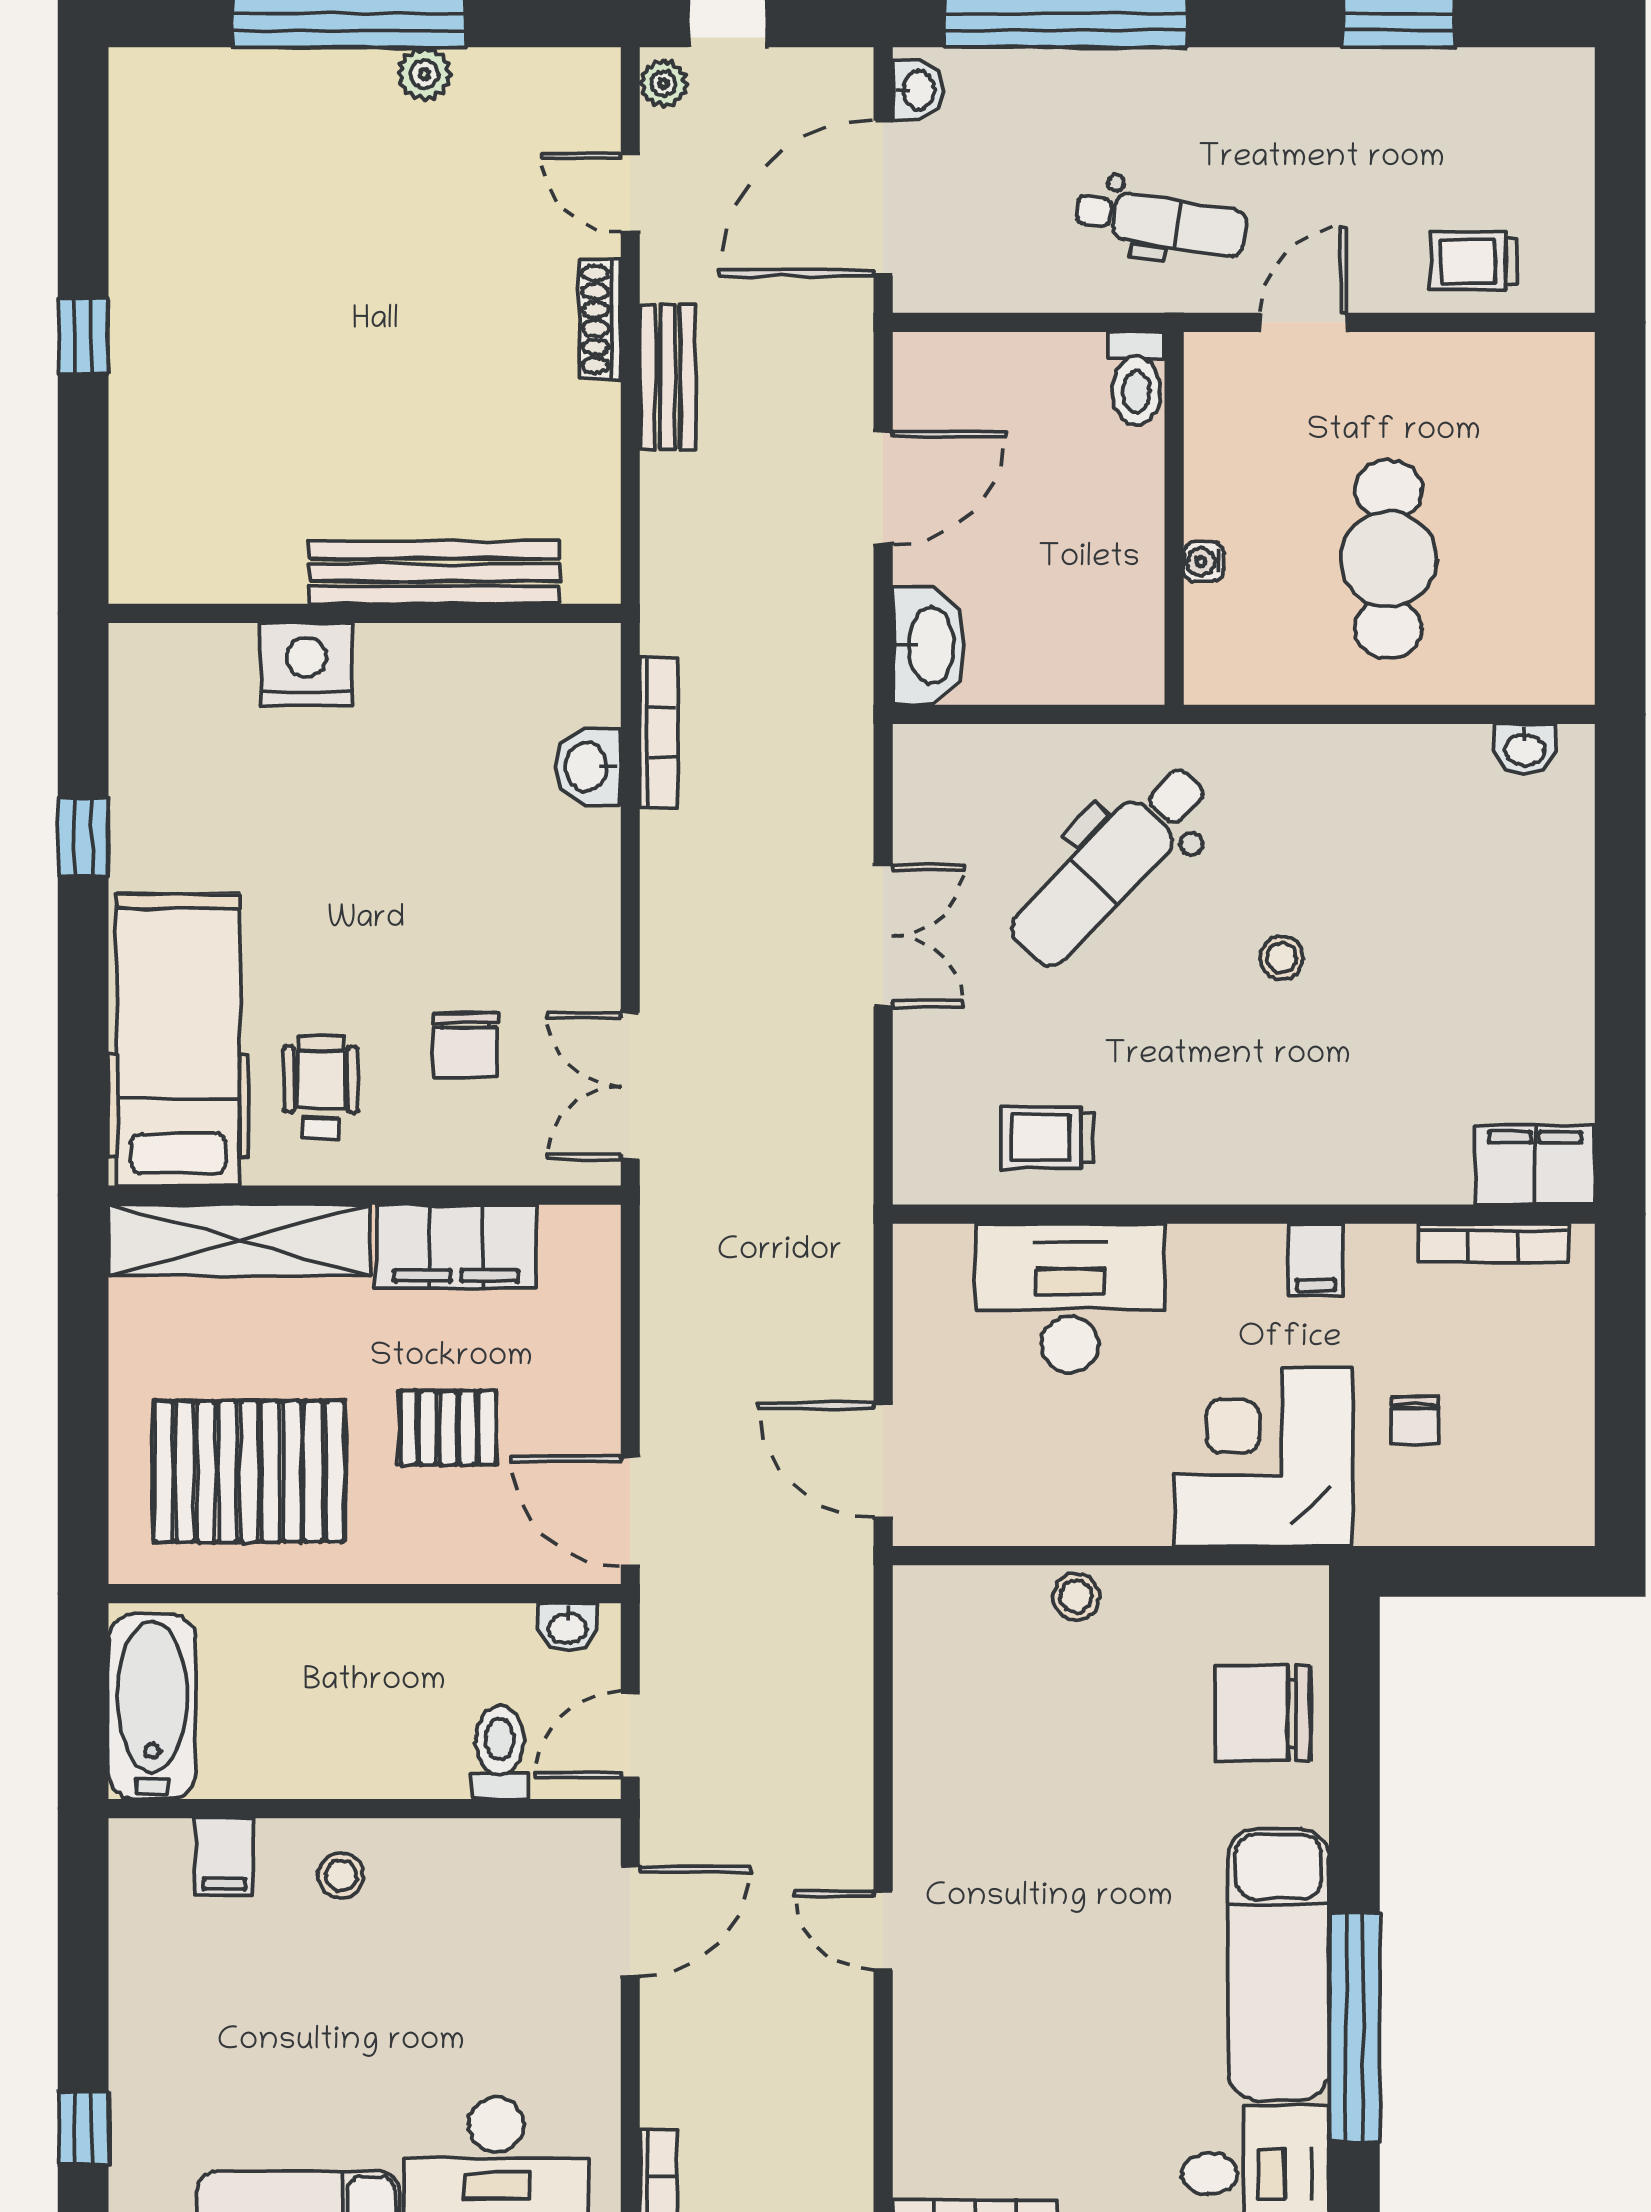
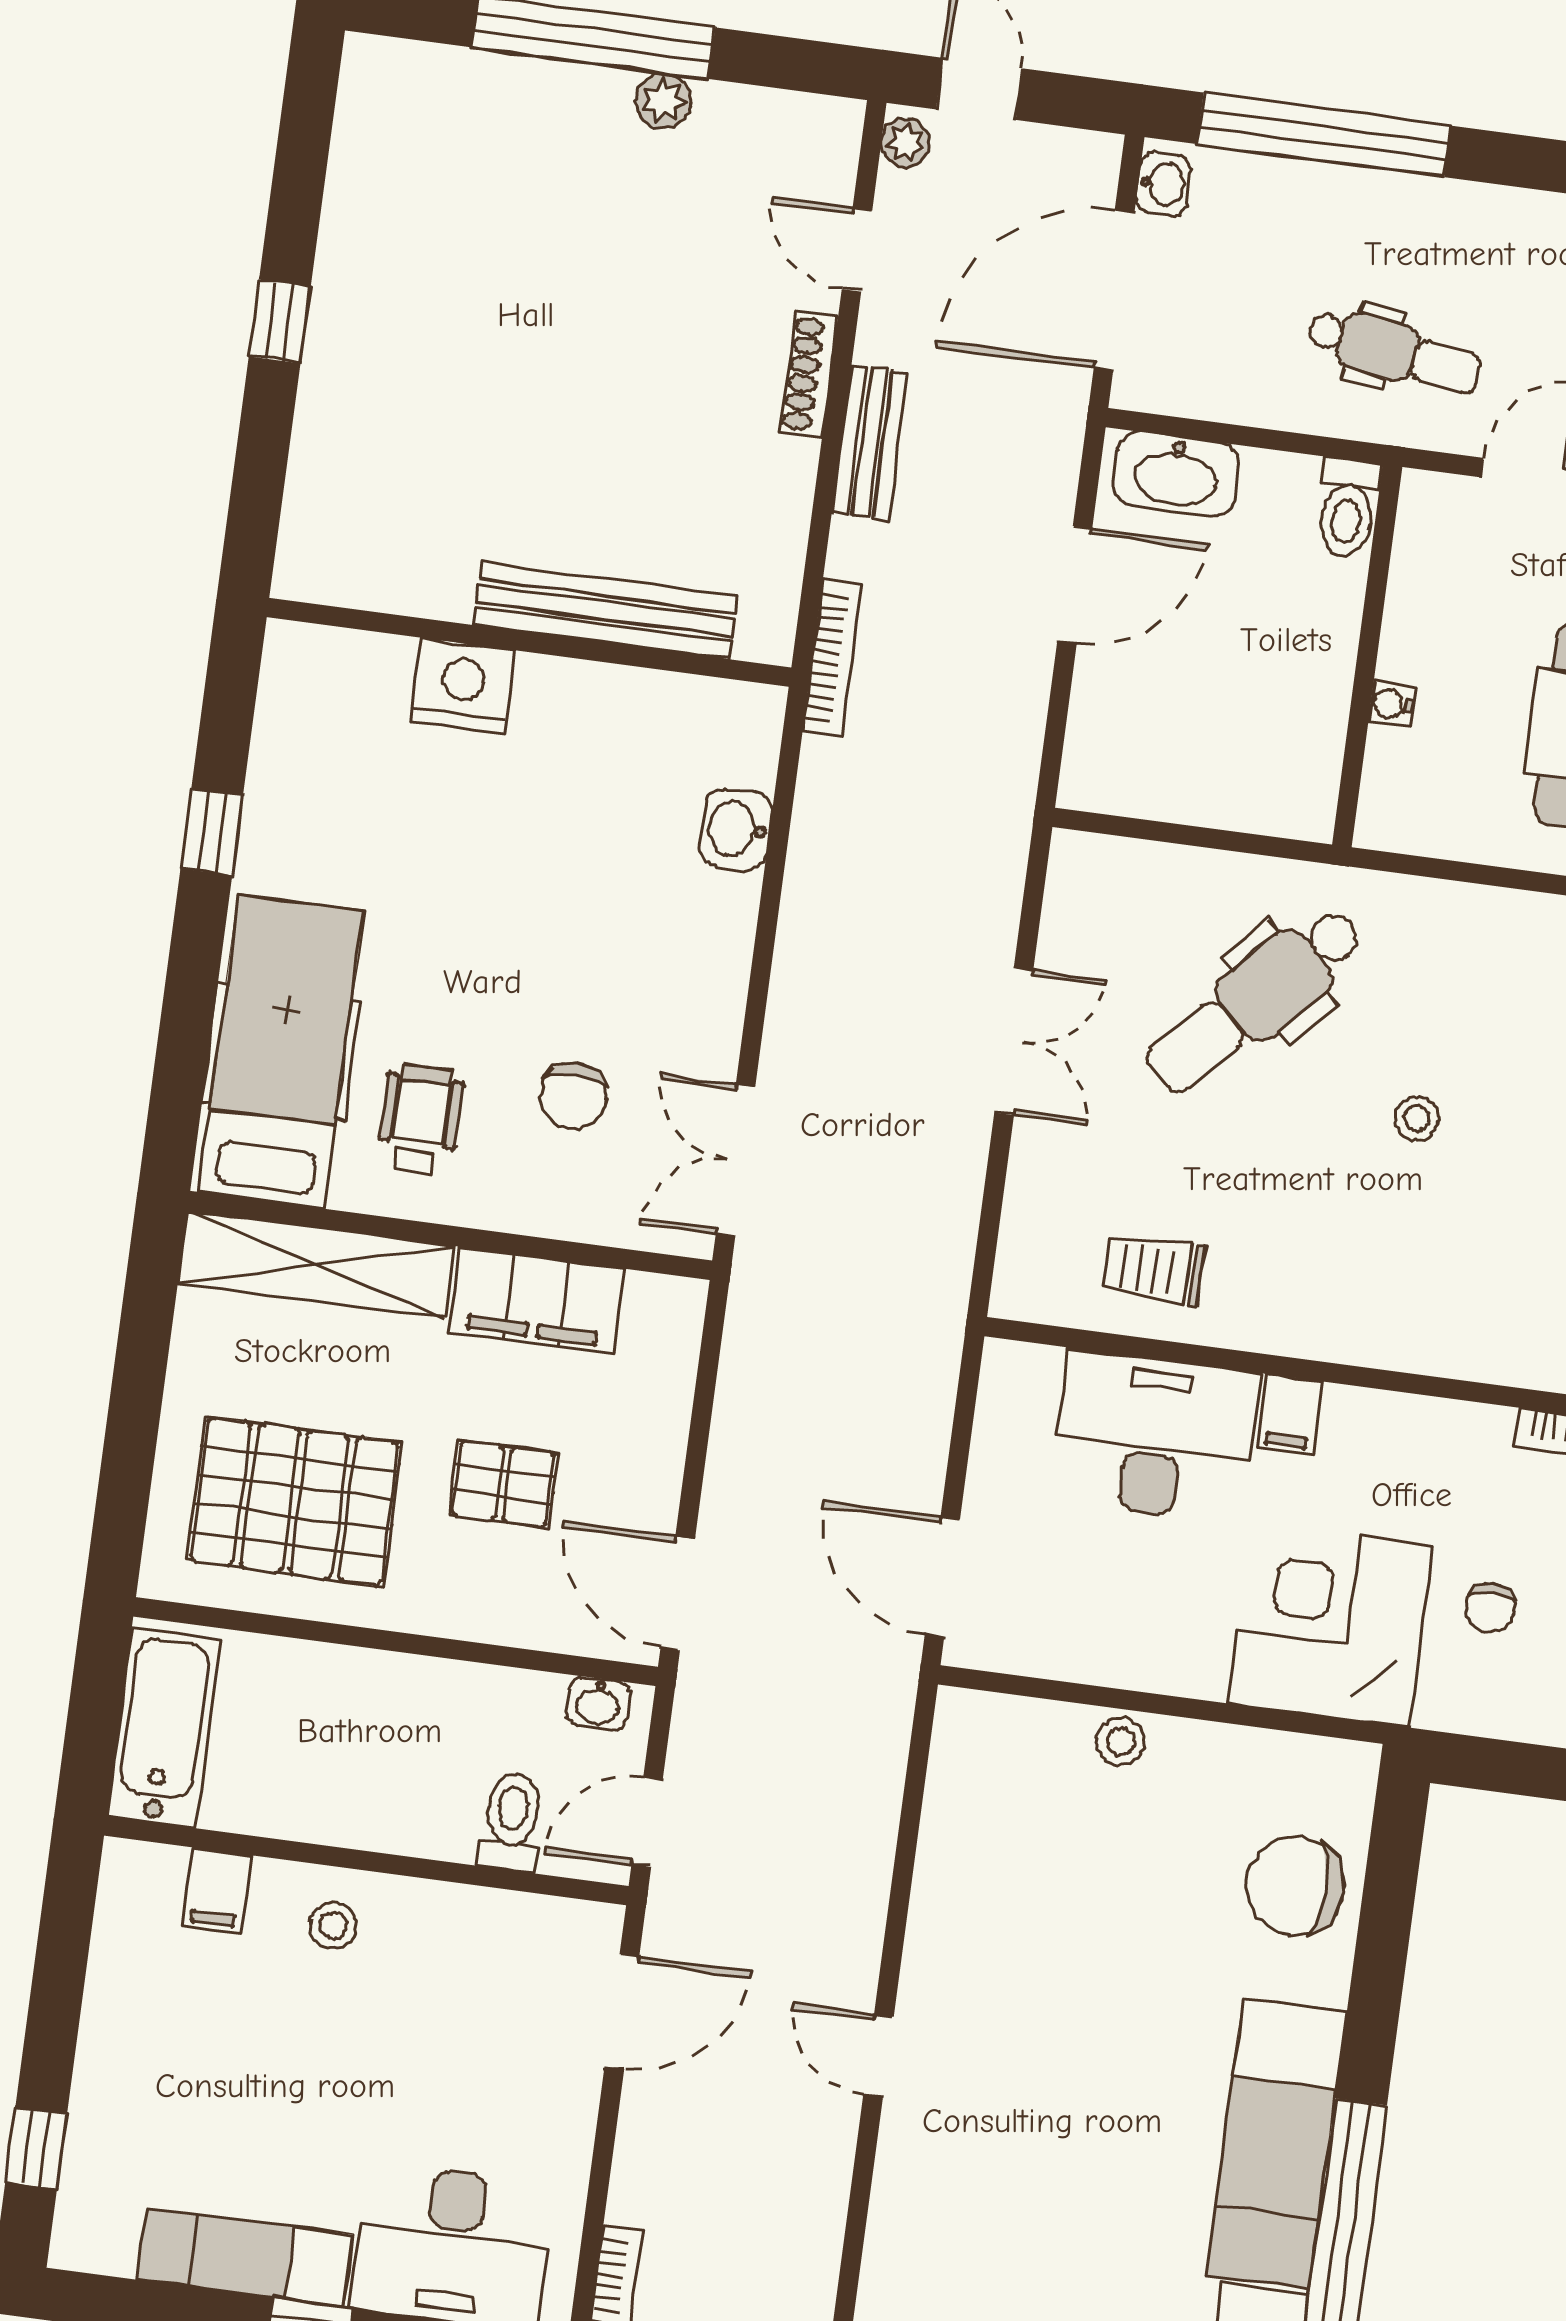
washbasin: (929, 646) -> (1176, 474), moved, turned 90
bookcase: (659, 733) -> (832, 658), moved
filing cabinet: (1316, 1260) -> (1290, 1415), moved

